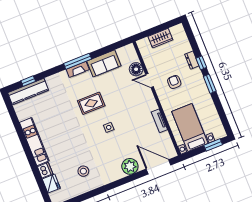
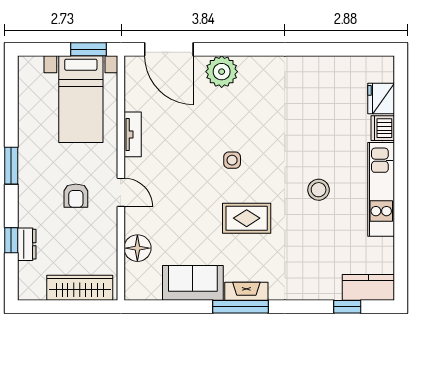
wardrobe: (160, 38) -> (80, 288), width x1.50
dresser: (192, 60) -> (27, 244), moved
window: (201, 63) -> (11, 240), moved
door: (150, 81) -> (121, 192), moved
kitchen counter: (28, 91) -> (368, 287), width x0.67
window: (213, 145) -> (89, 49), moved
stool: (83, 171) -> (319, 190), moved

